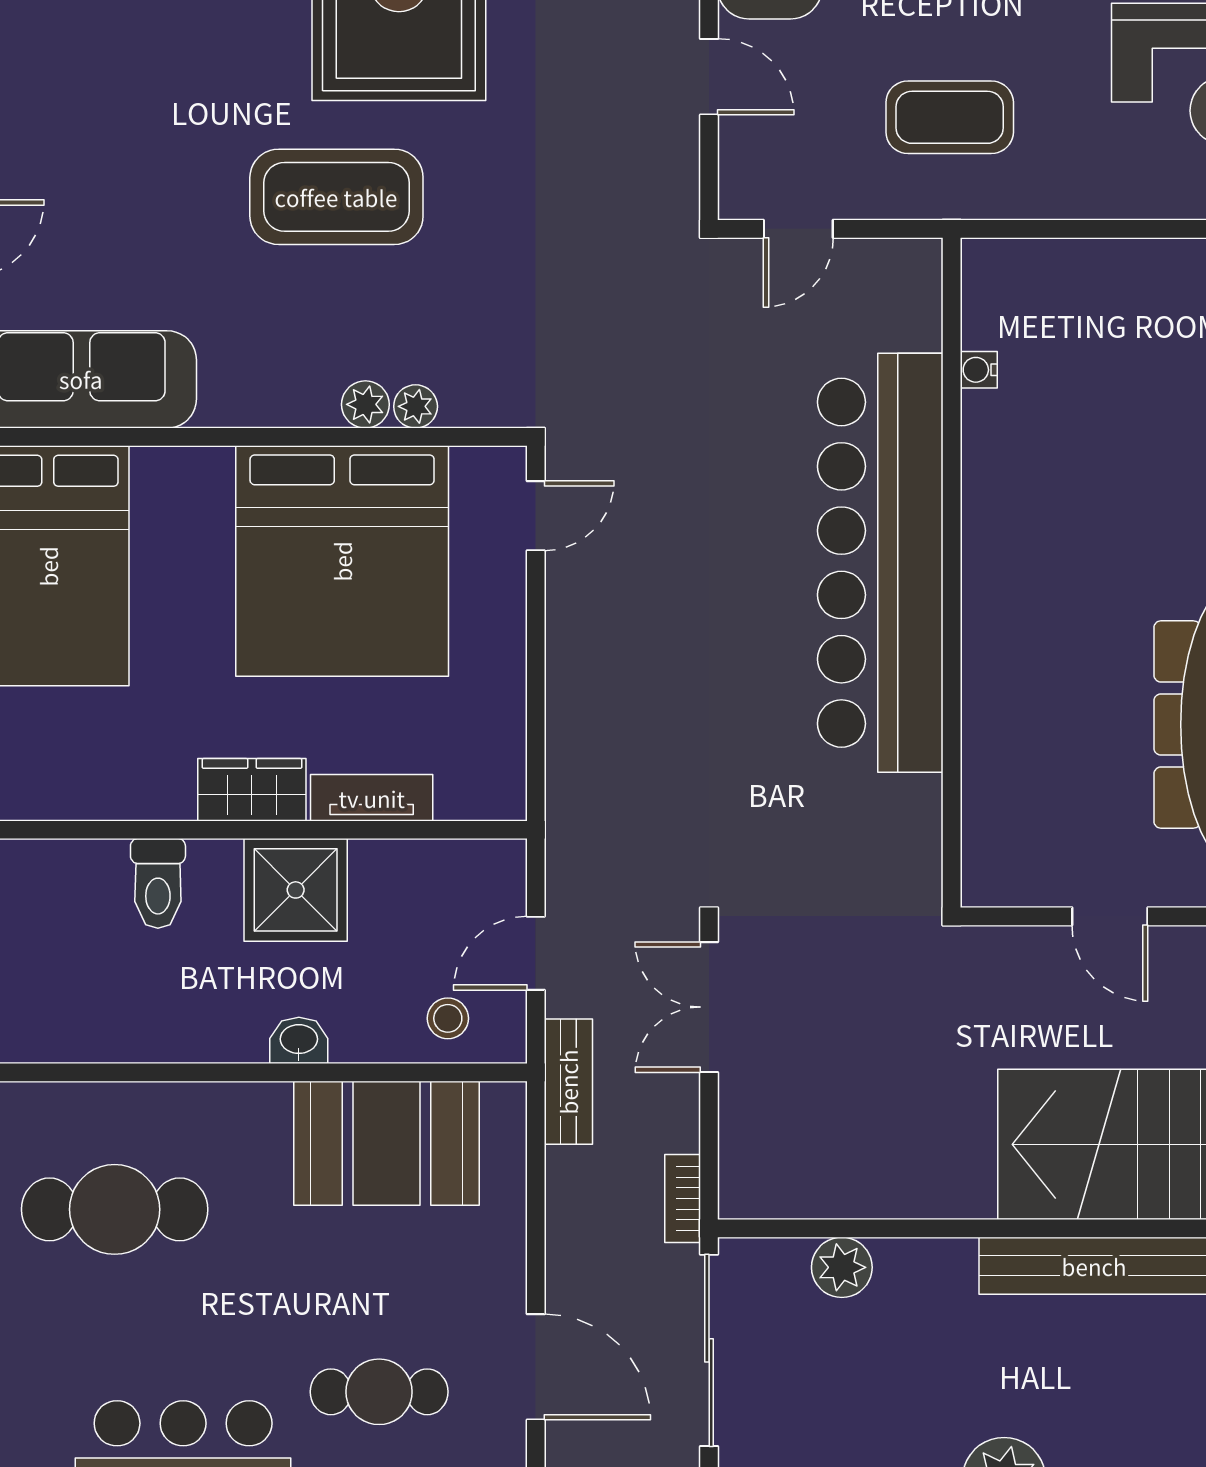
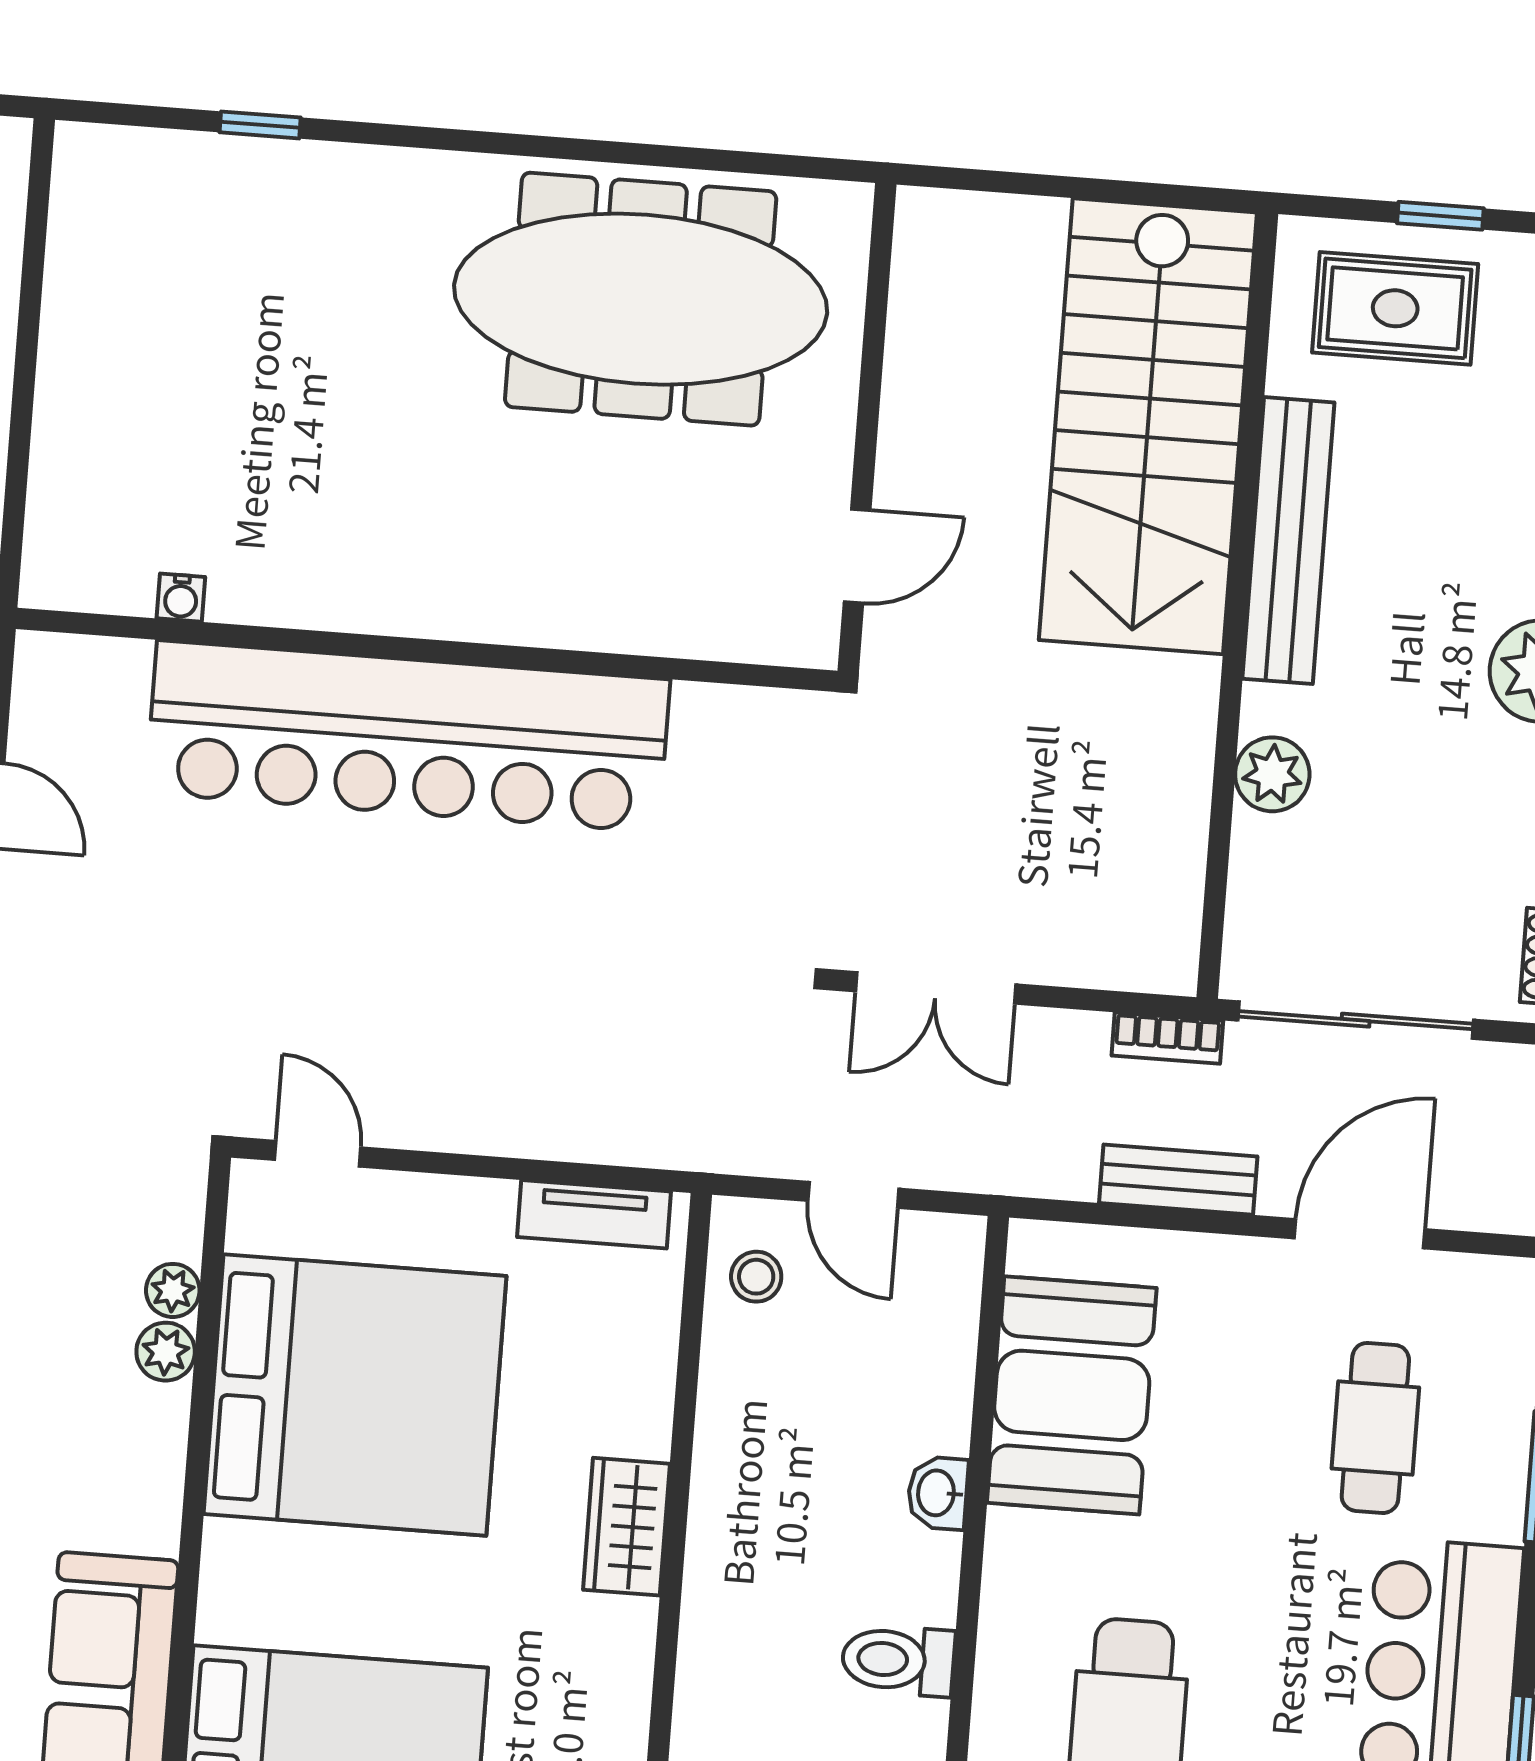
tv unit: (372, 798) -> (594, 1214), moved, turned -90
toilet: (158, 883) -> (898, 1660), moved, turned 180
shower: (296, 890) -> (753, 1483), removed
door: (1110, 916) -> (857, 556), moved
stool: (448, 1018) -> (756, 1277), moved
bench: (568, 1082) -> (1178, 1180), moved
plant: (842, 1267) -> (1272, 774), moved

